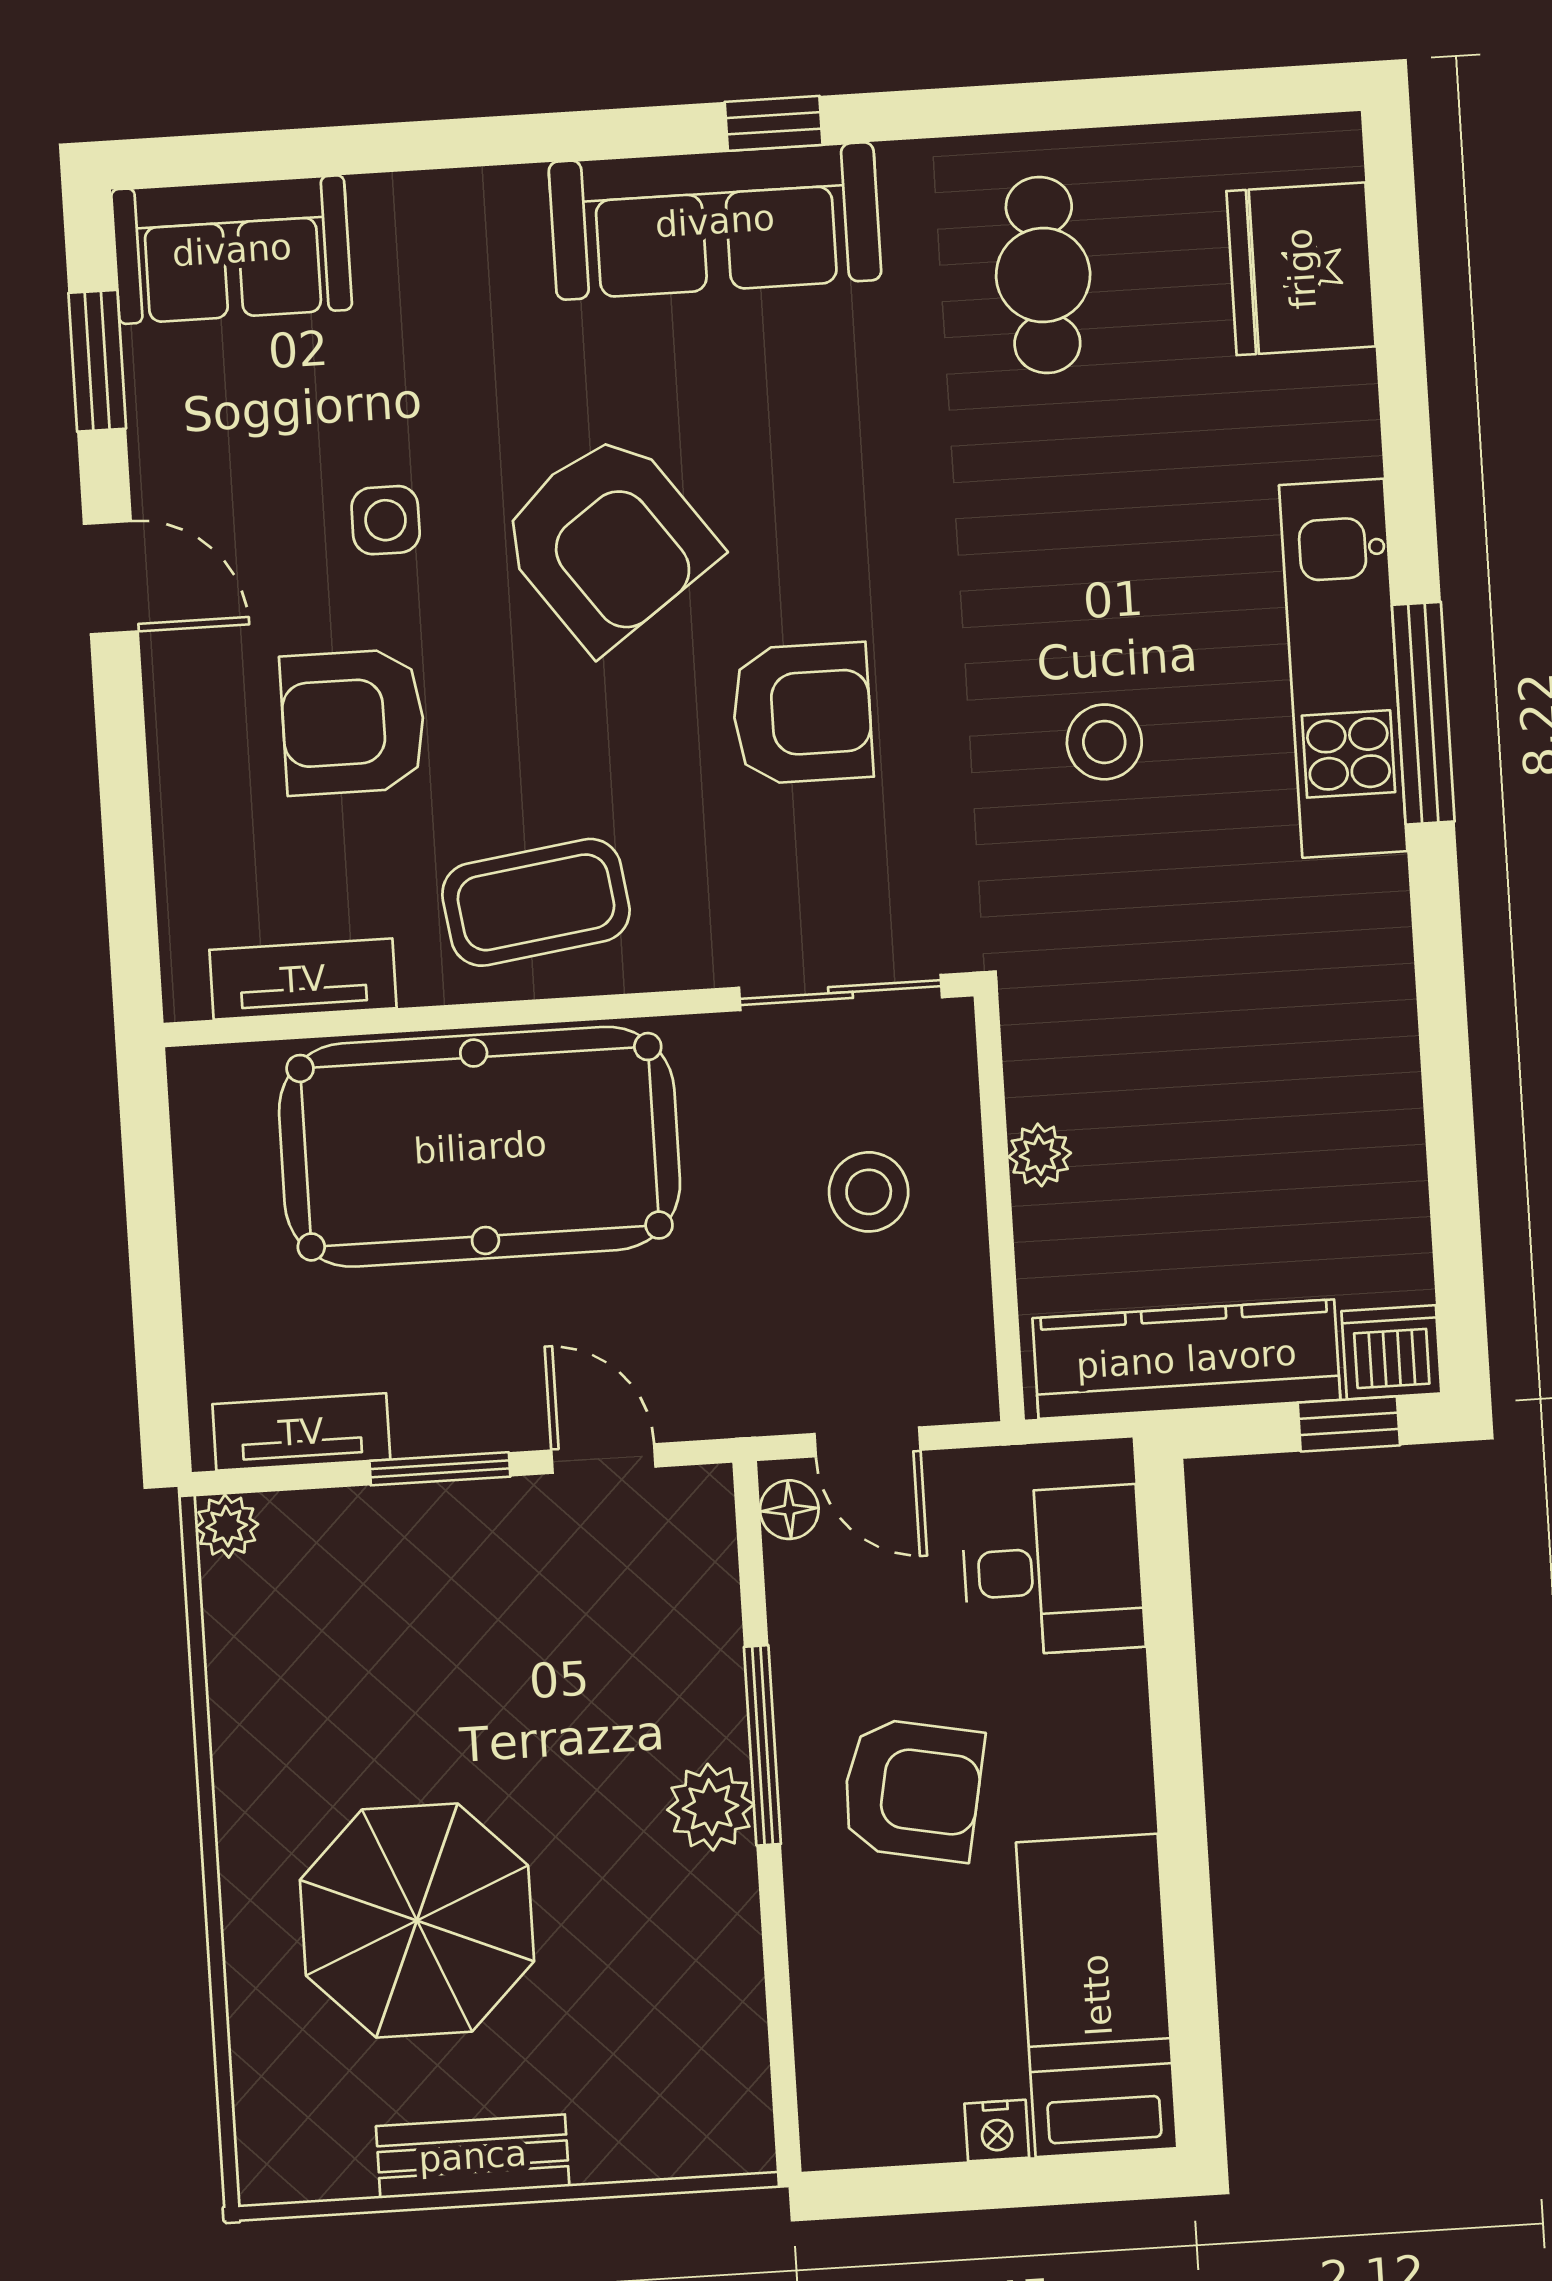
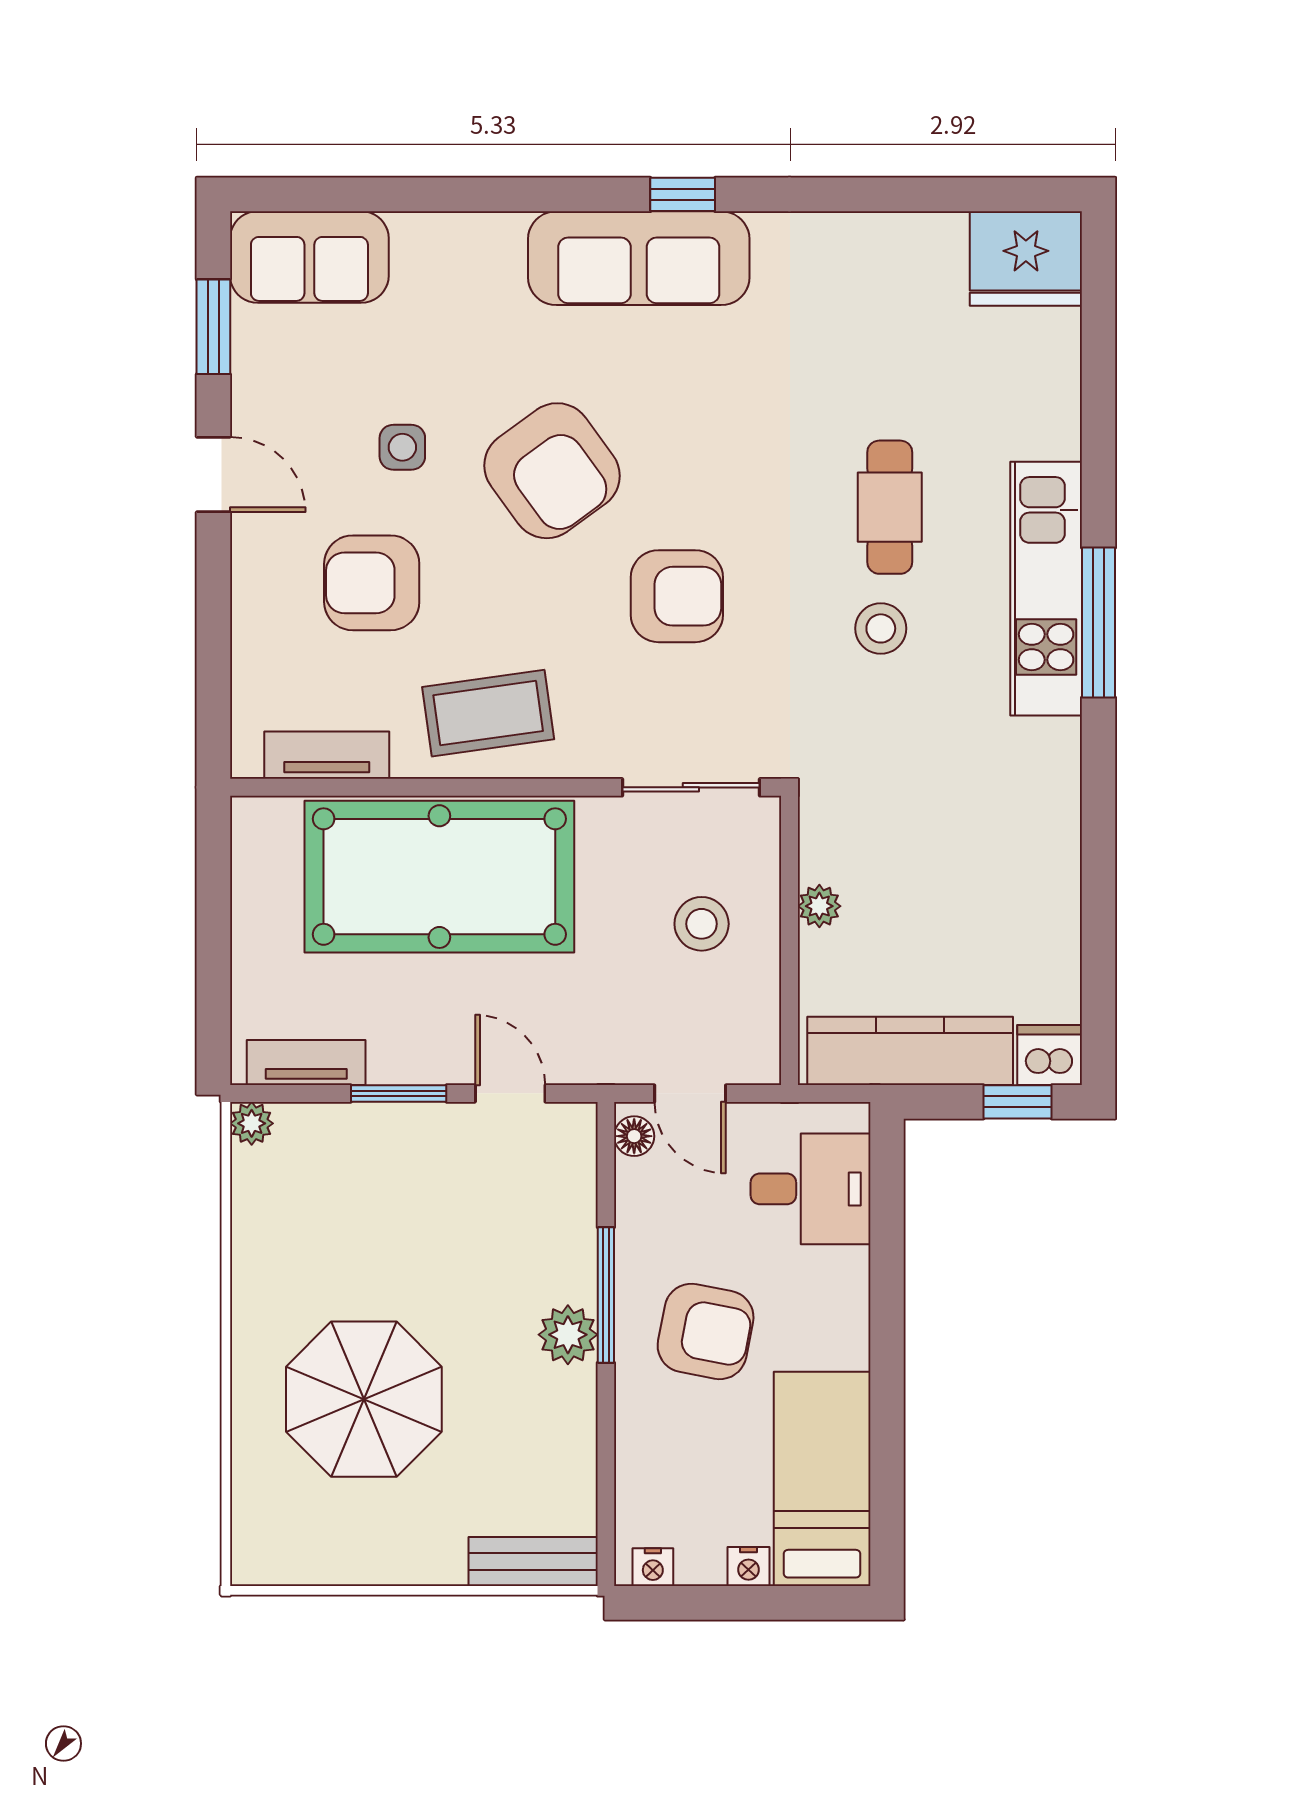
fridge: (1301, 269) -> (1026, 259), moved, turned -90
cafe table: (1043, 275) -> (890, 507), moved
nightstand: (856, 2140) -> (653, 1567), added
bench: (473, 2156) -> (533, 1562), moved

